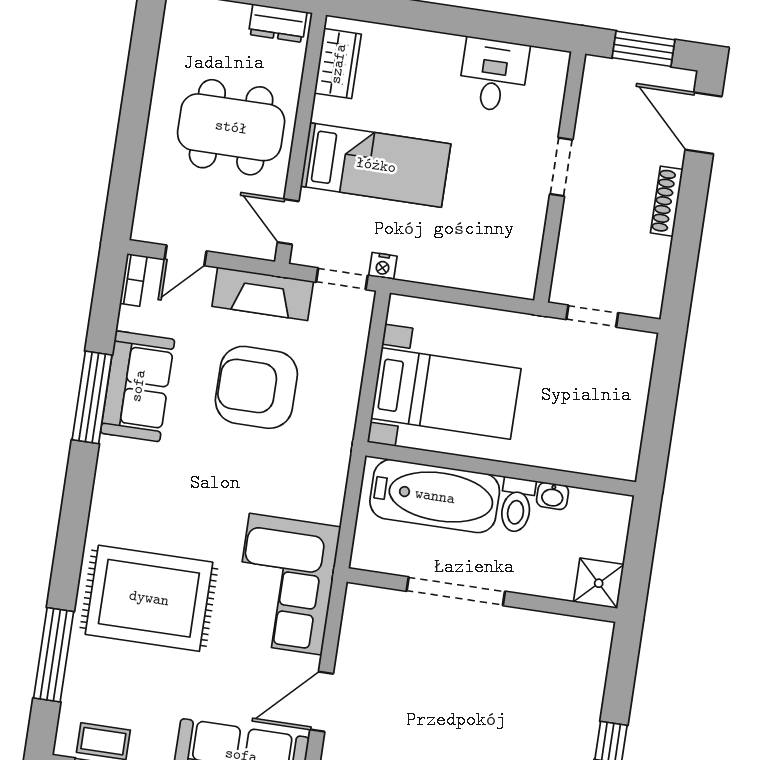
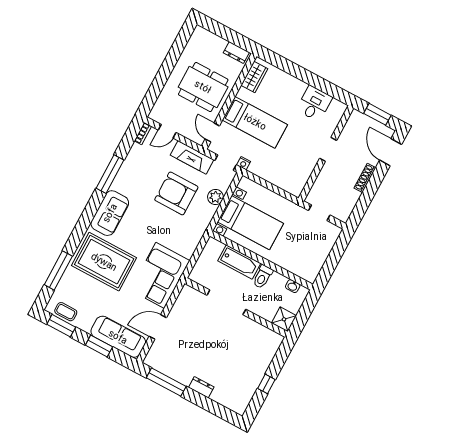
plant: (347, 364) -> (215, 197), added
sofa: (138, 386) -> (110, 213), moved
bathtub: (435, 496) -> (239, 262), width x0.73, depth x0.73
washbasin: (553, 496) -> (293, 286), moved

